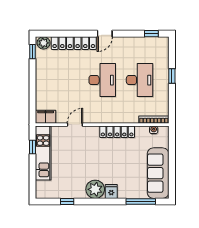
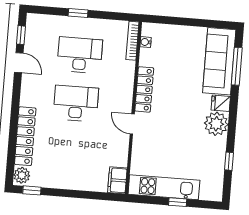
door: (105, 34) -> (19, 63), moved
door: (75, 125) -> (132, 124), moved
window: (32, 147) -> (178, 202), moved
sofa: (158, 173) -> (219, 61), moved, turned 90

